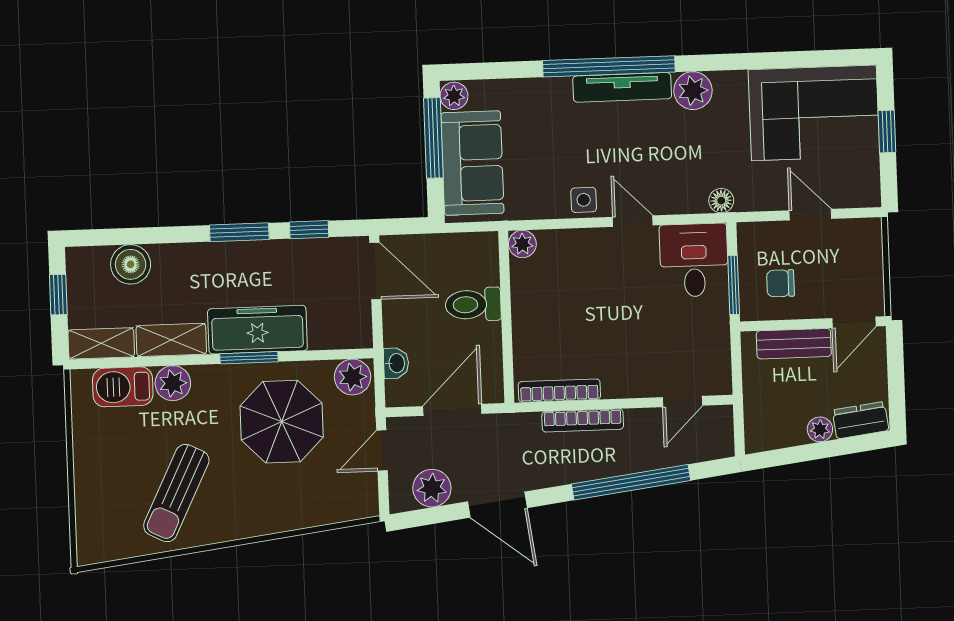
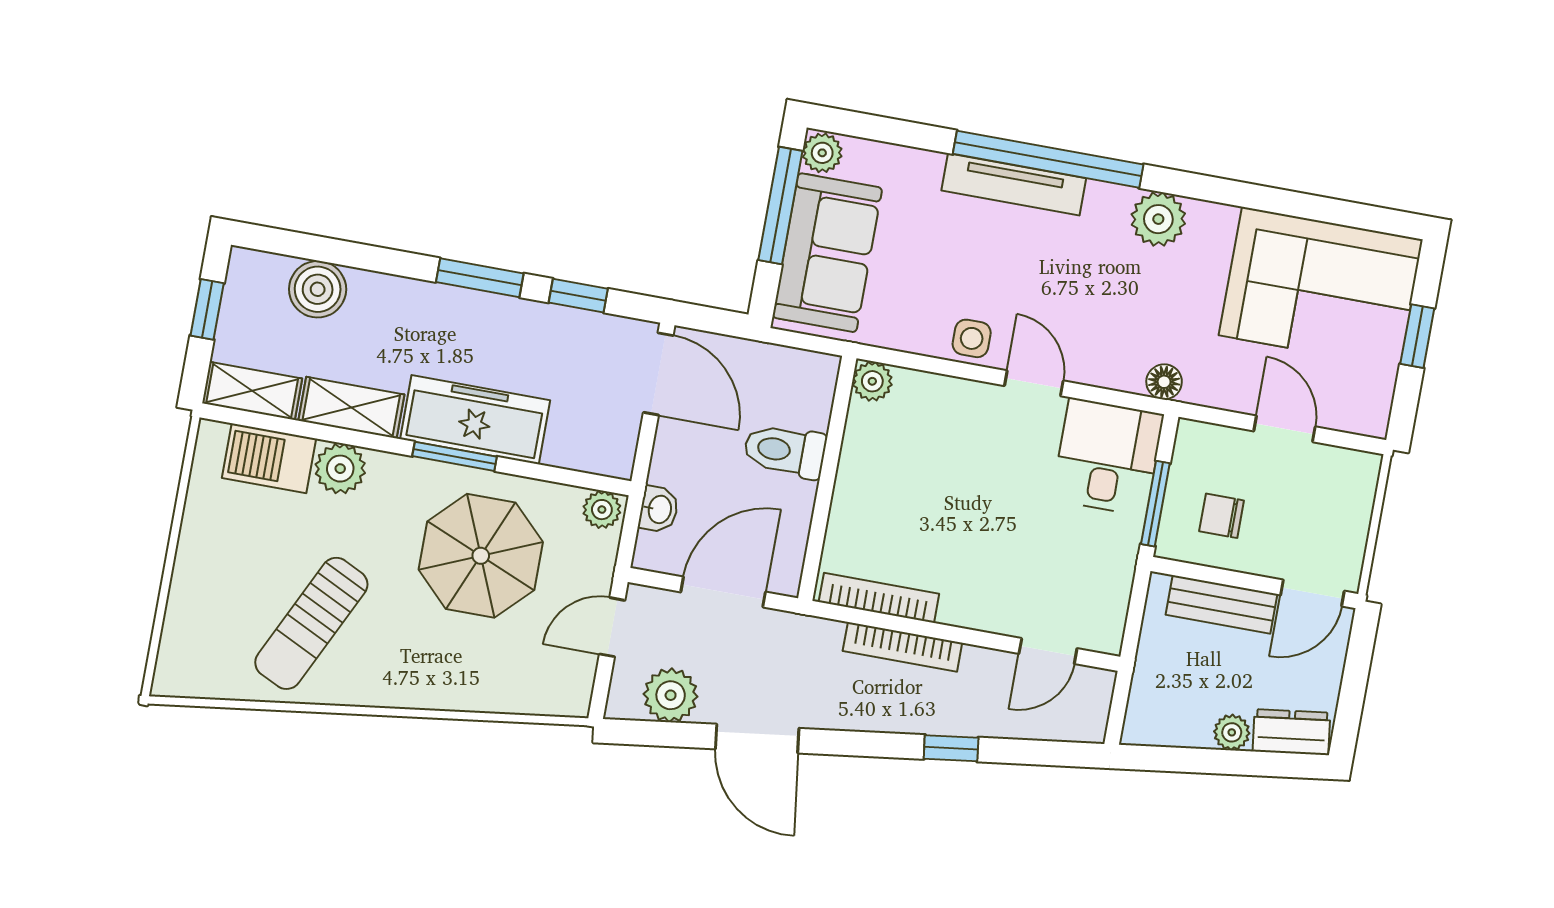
tv unit: (622, 87) -> (1014, 184), moved
plant: (353, 377) -> (602, 510), width x0.73, depth x0.73
window: (631, 482) -> (951, 748), width x0.32

